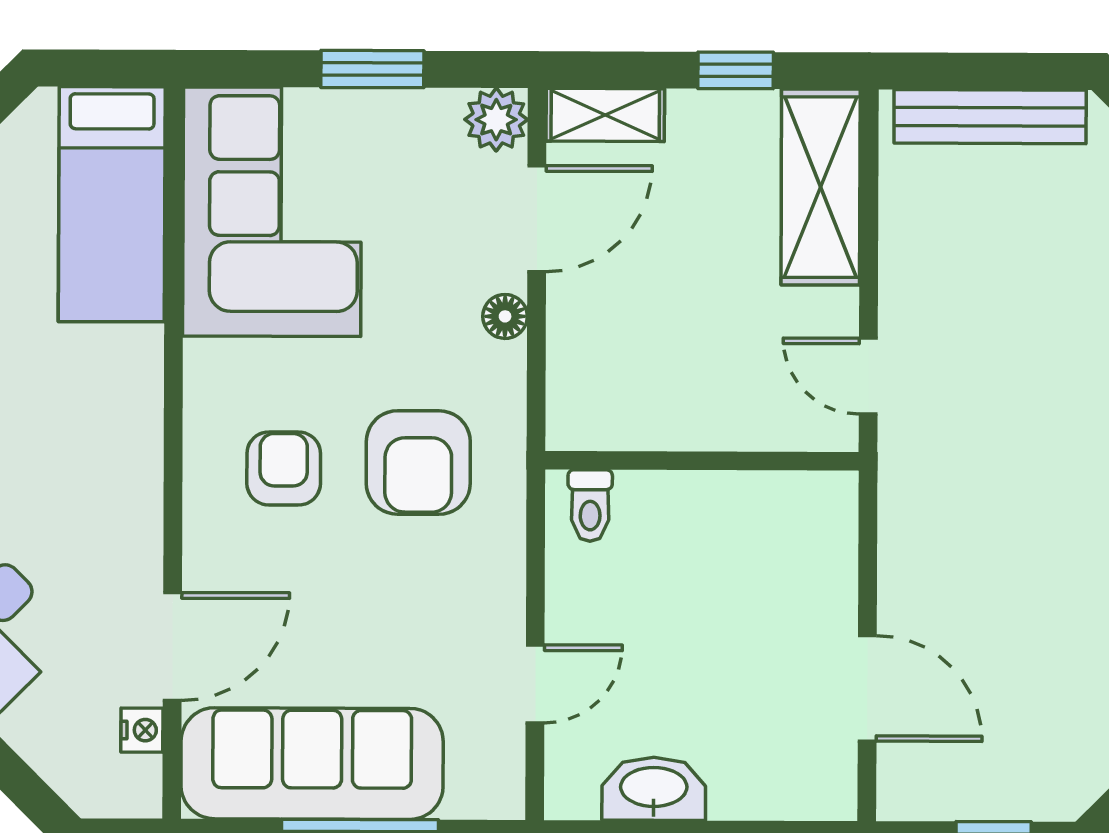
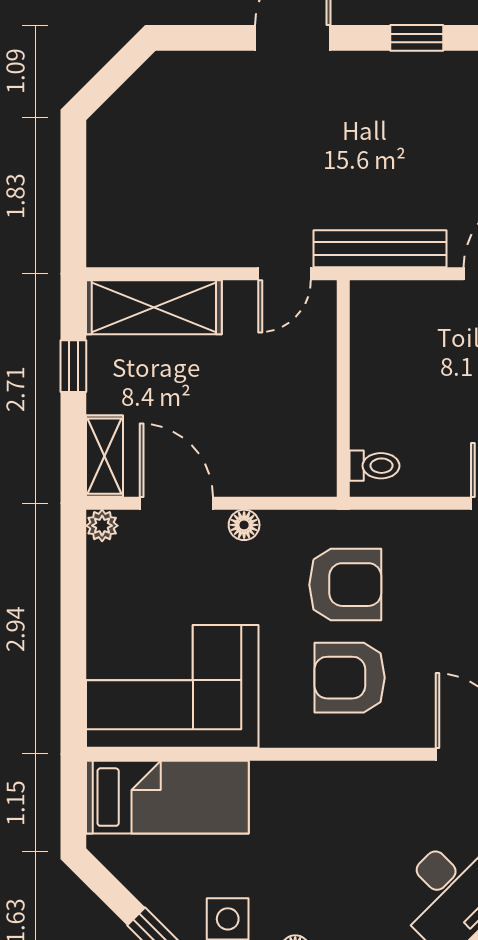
window: (372, 69) -> (73, 617), removed
bench: (990, 117) -> (380, 249), moved, turned 90
plant: (496, 120) -> (102, 526), width x0.73, depth x0.73
armchair: (284, 469) -> (350, 678), width x1.38, depth x1.38

